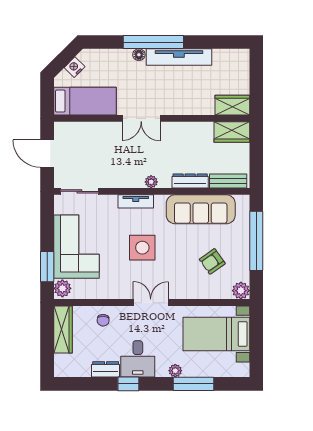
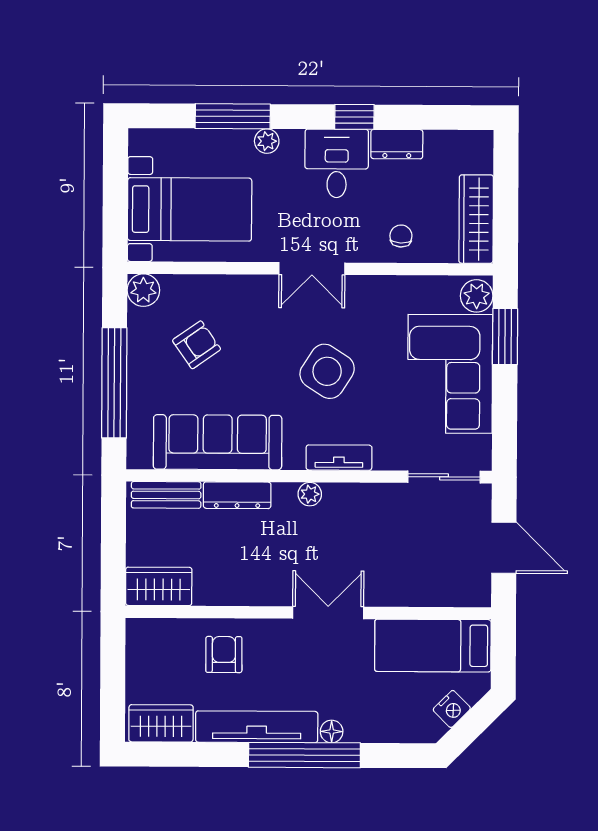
armchair: (197, 96) -> (224, 654), added
wardrobe: (232, 105) -> (161, 723), moved, turned 180
side table: (142, 248) -> (327, 371), turned 33

